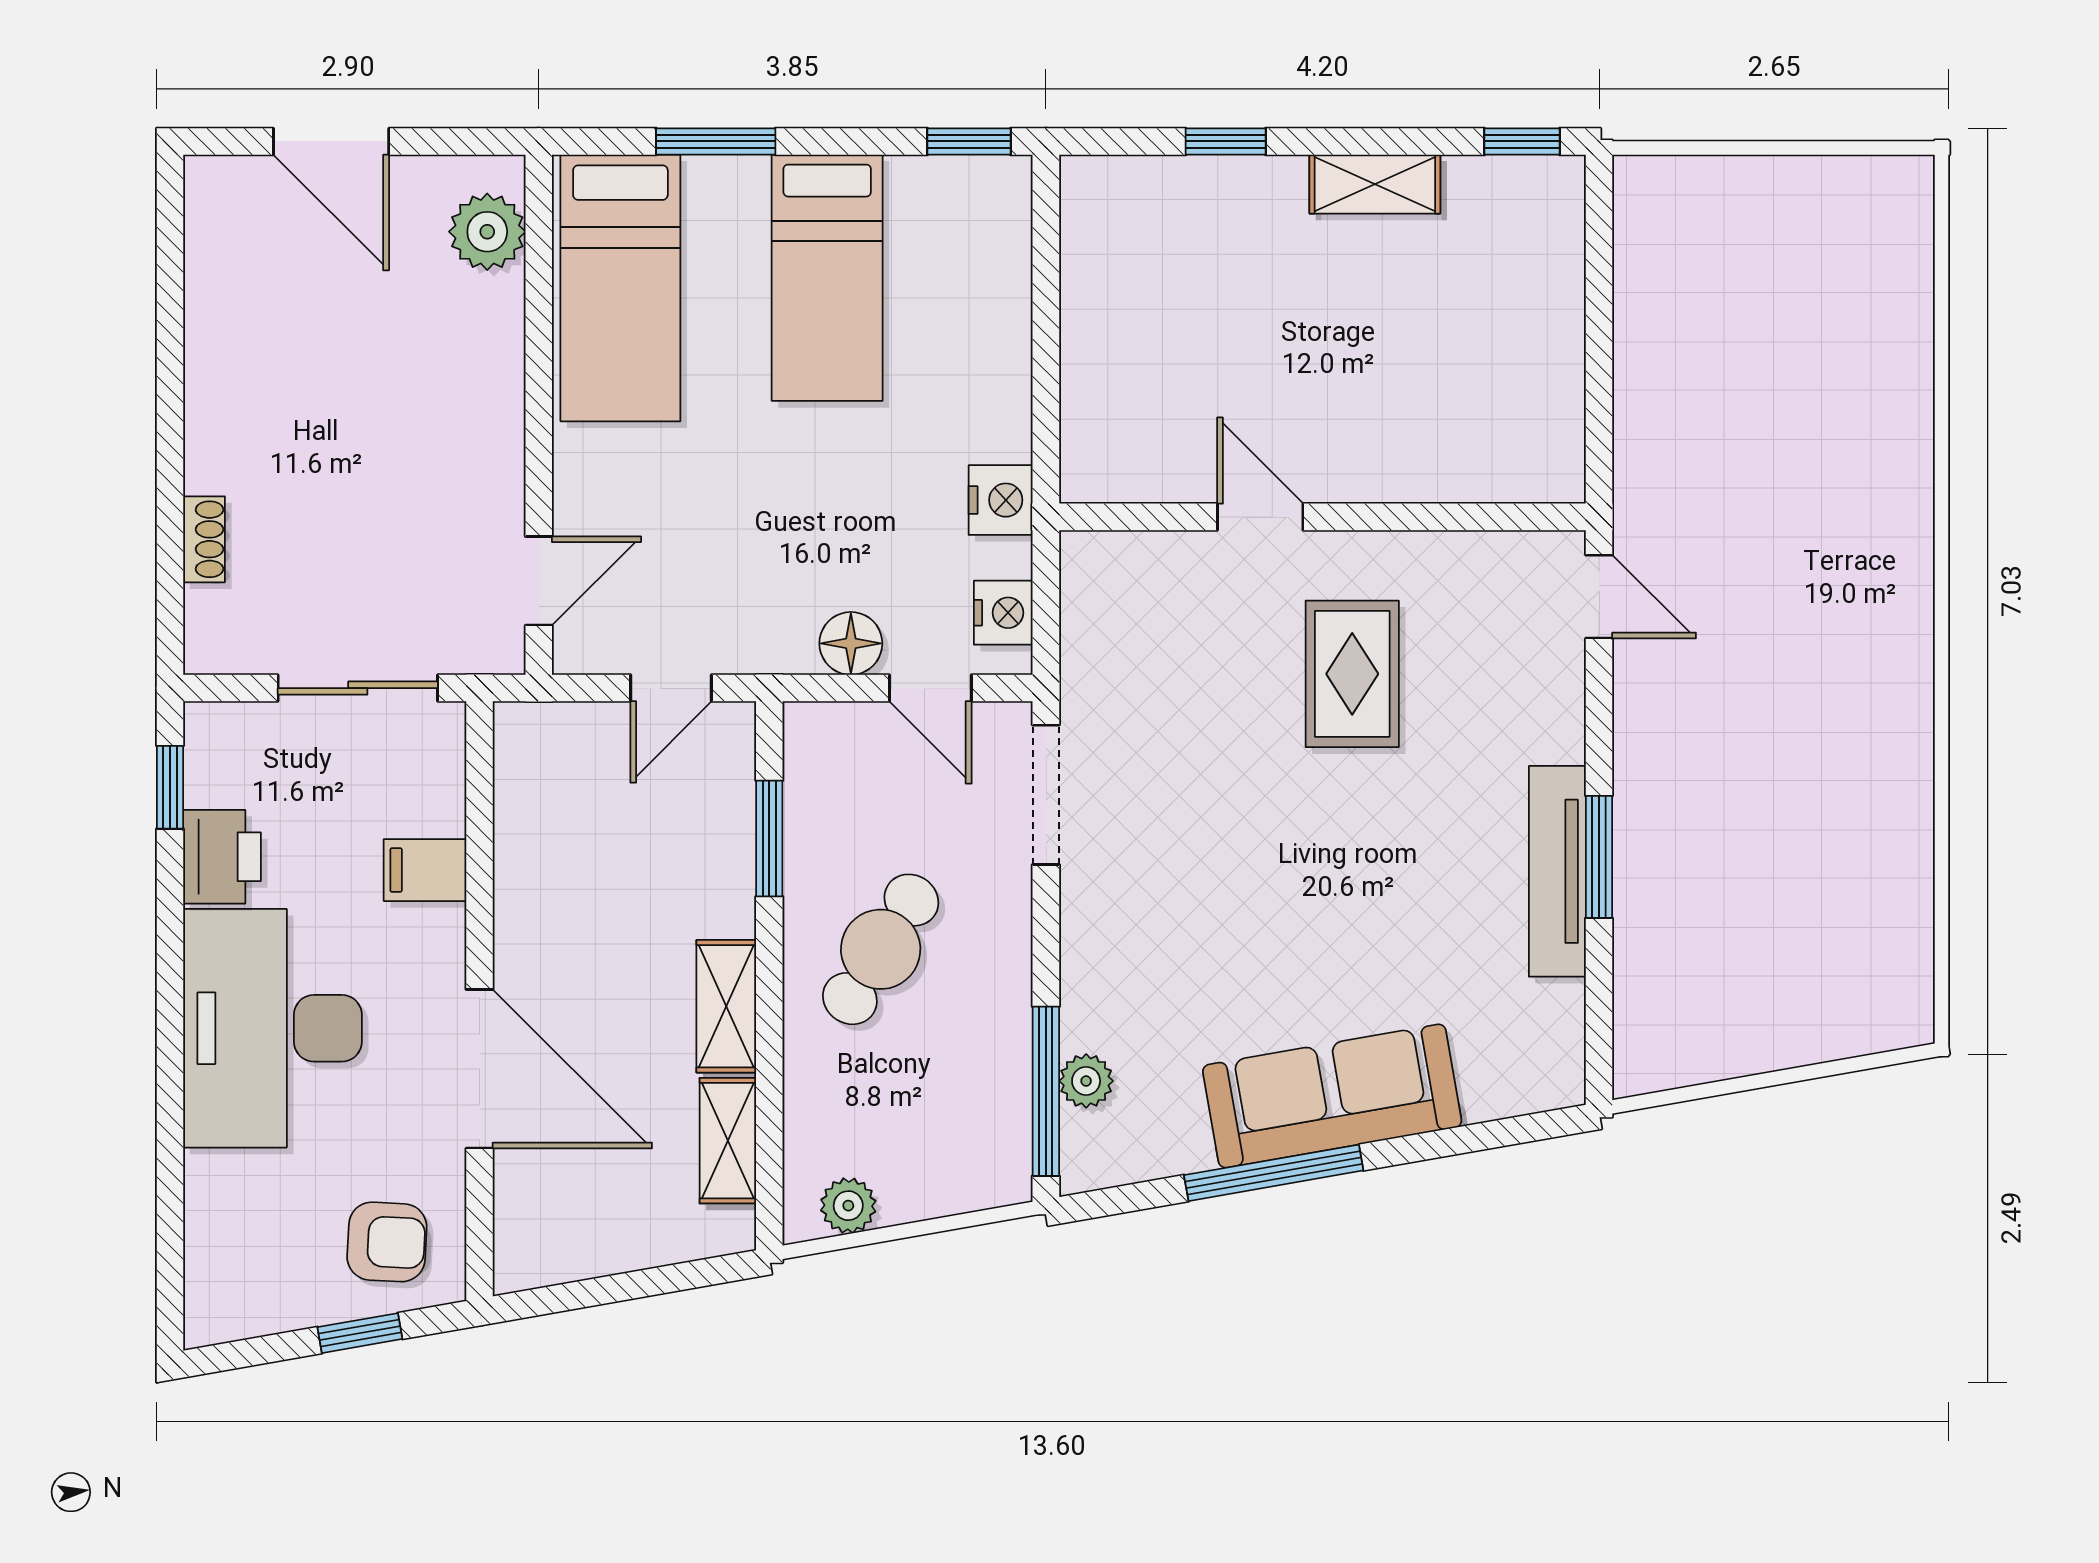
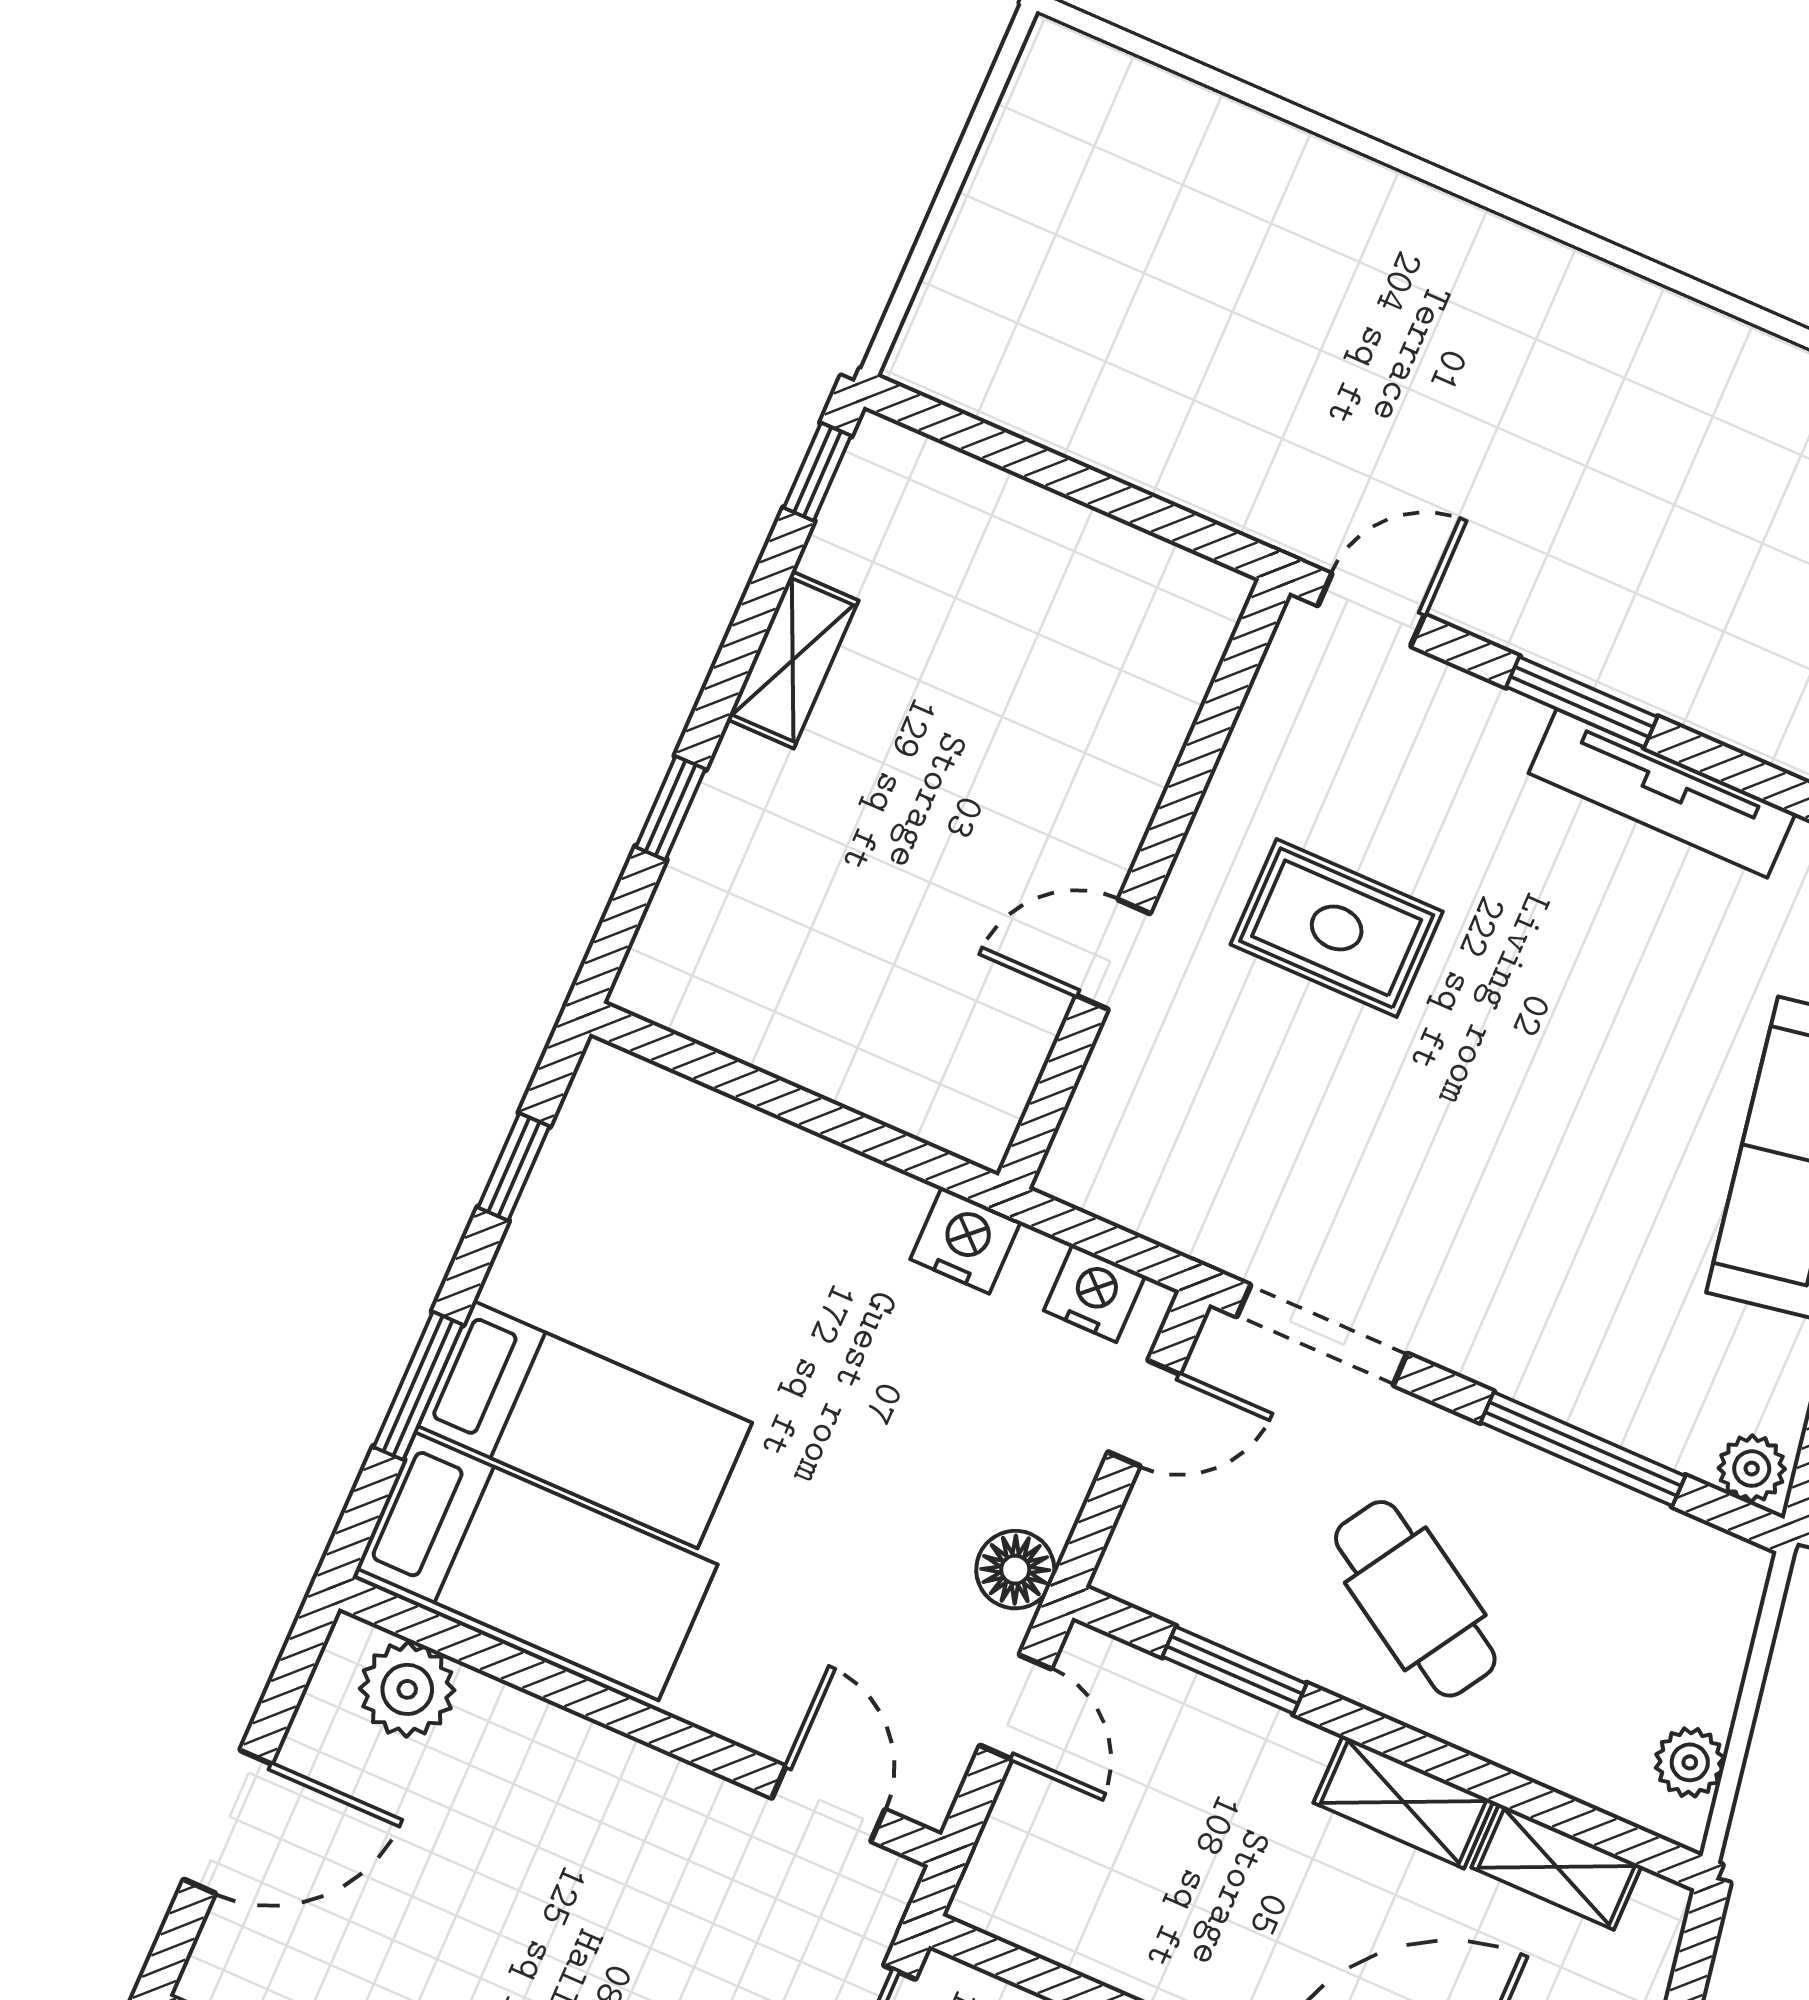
window: (969, 141) -> (514, 1167), moved
bed: (827, 278) -> (585, 1425), moved
floor lamp: (851, 643) -> (1015, 1570), moved
window: (1599, 857) -> (1582, 702), moved
plant: (1086, 1081) -> (1752, 1469), moved
window: (1046, 1091) -> (1583, 1449), moved

